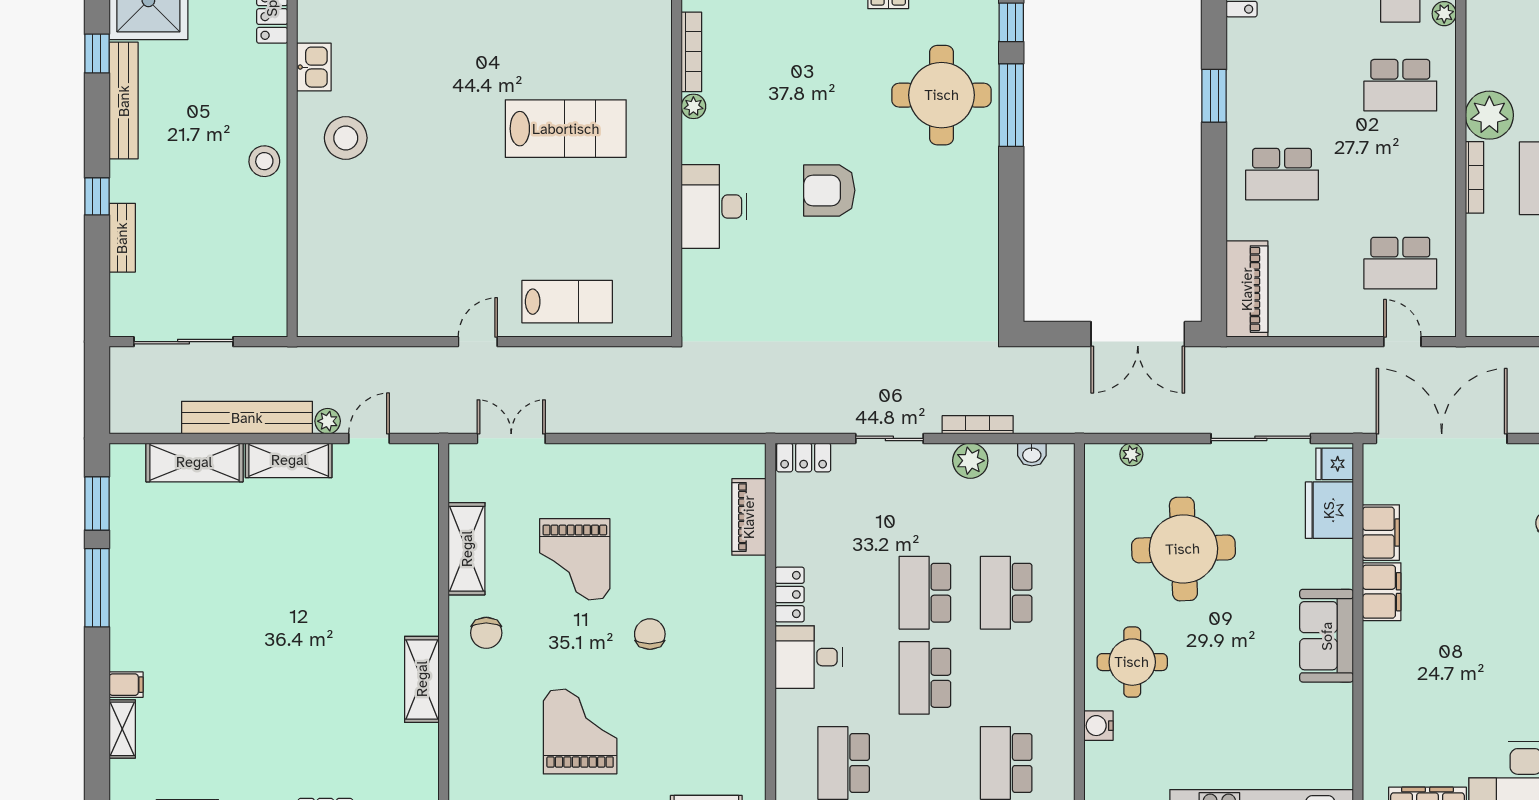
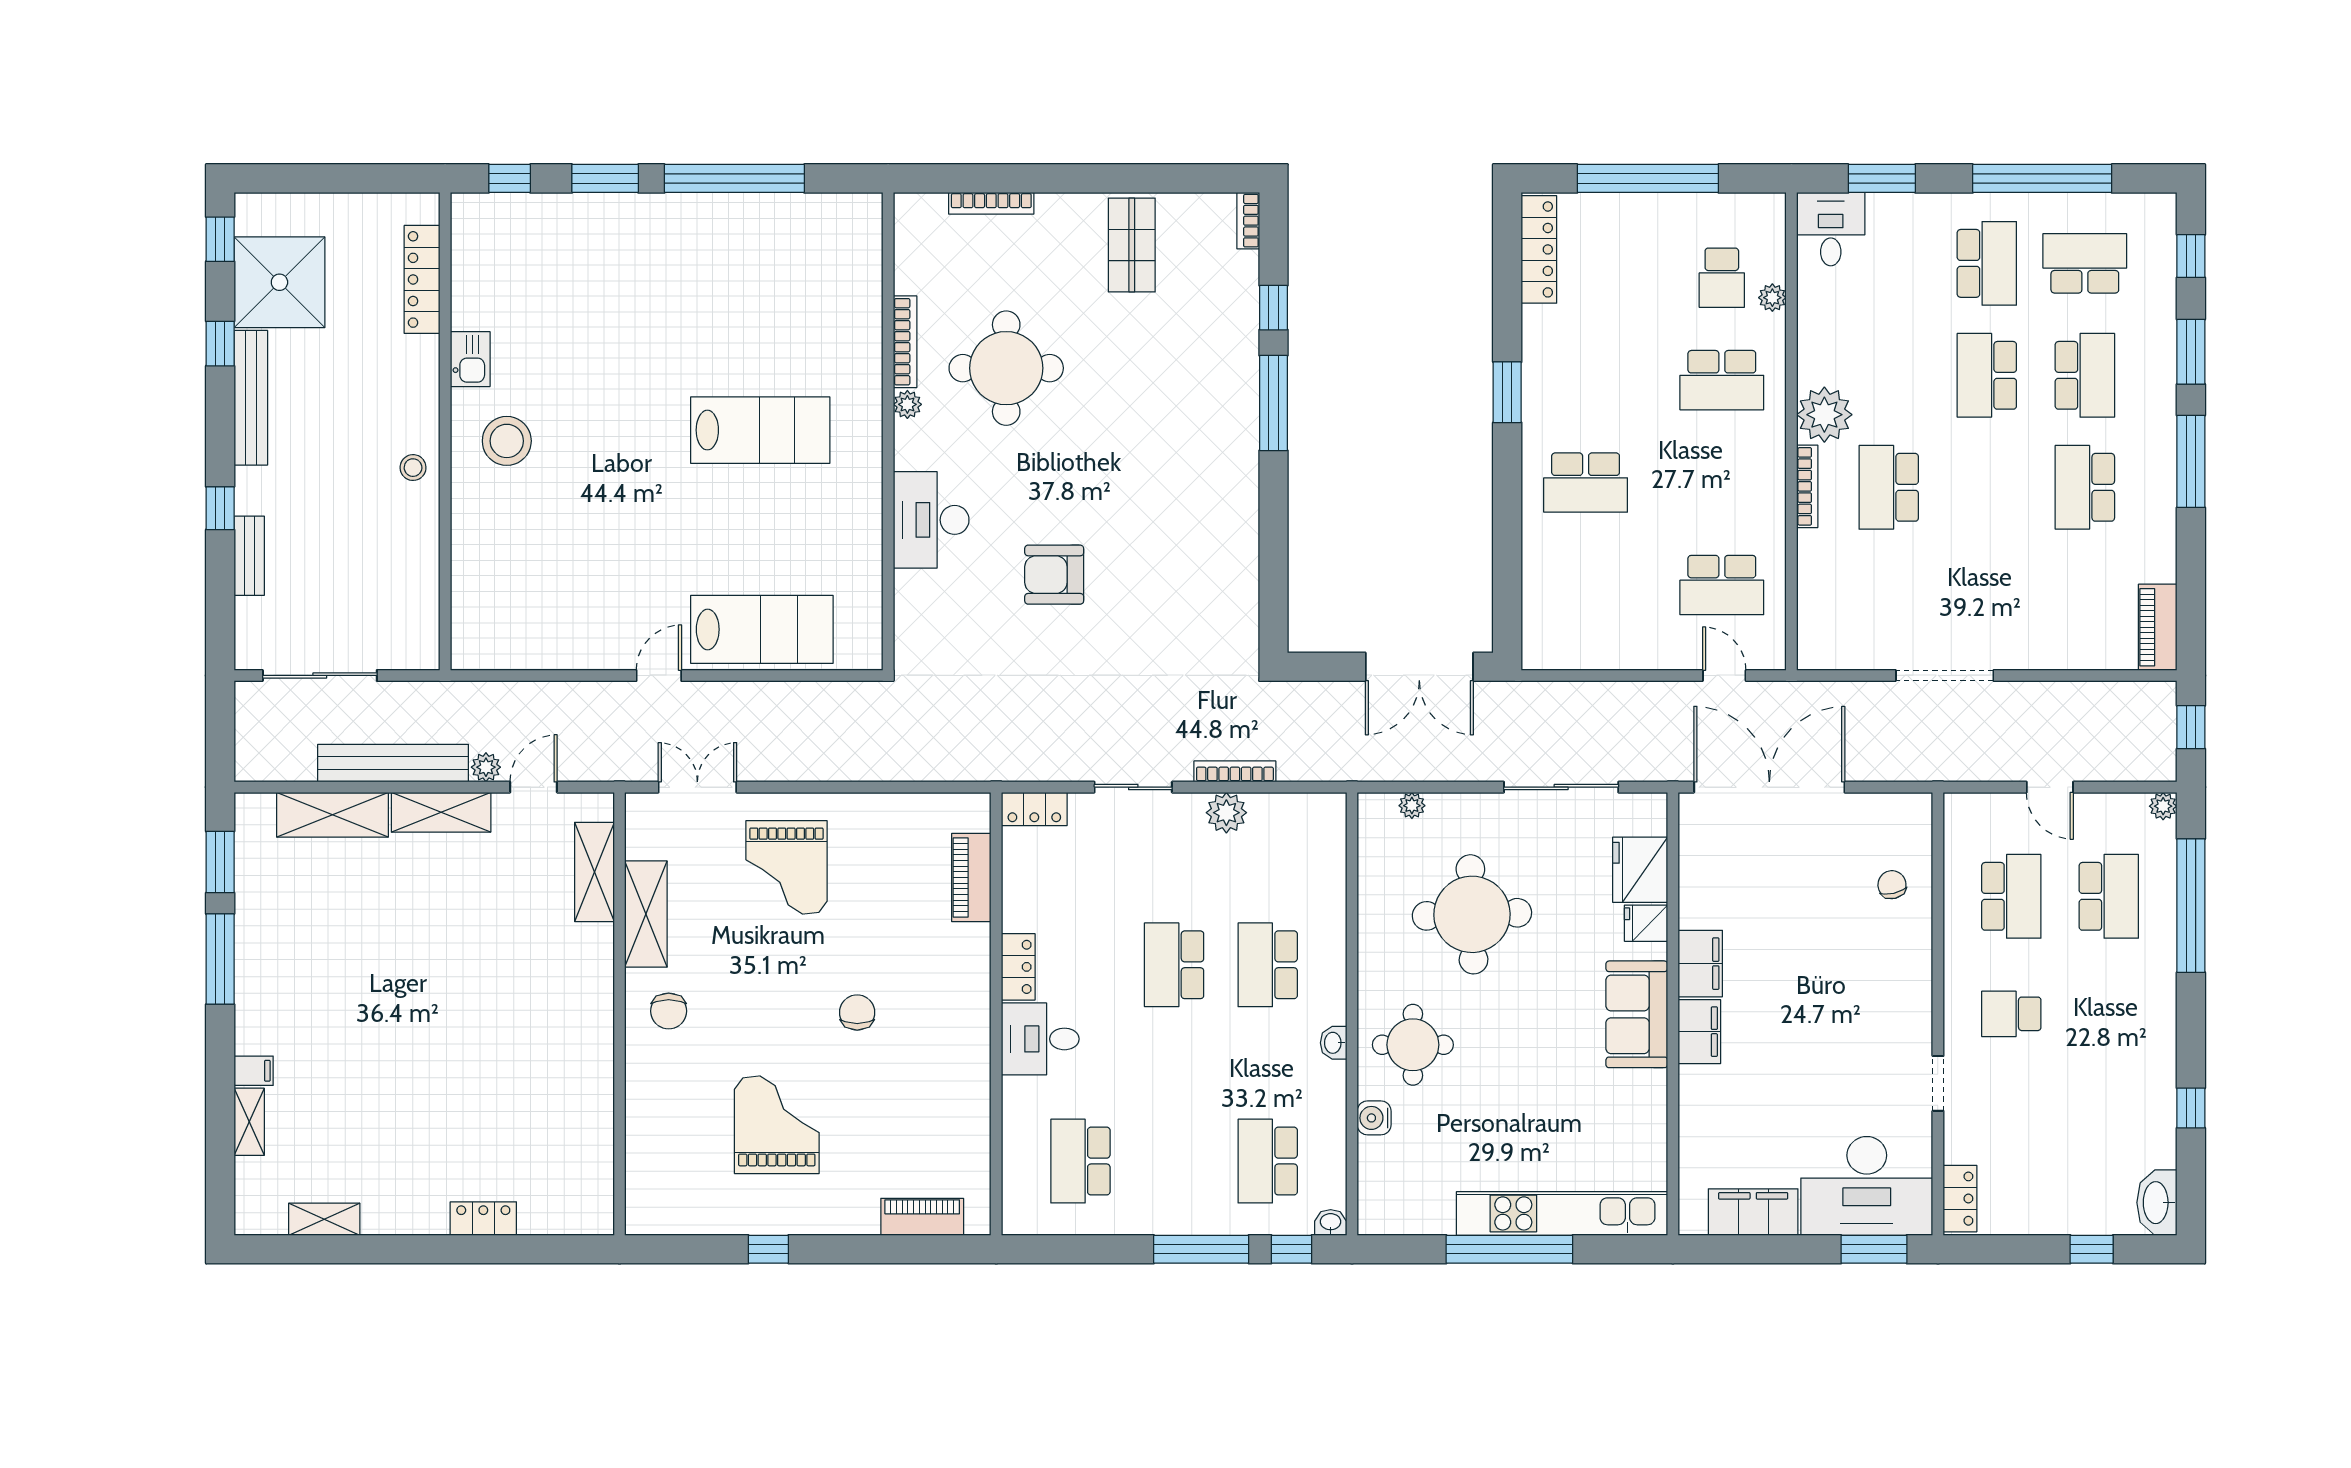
round table: (942, 95) -> (1006, 368), moved
stool: (264, 161) -> (413, 468), width x0.73, depth x0.73
armchair: (829, 190) -> (1054, 575), moved
piano: (1247, 289) -> (1545, 615), removed
lab bench: (567, 302) -> (762, 629), width x1.36, depth x1.39
washbasin: (1032, 455) -> (1334, 1043), moved, turned 90
fridge: (1335, 464) -> (1646, 923), moved
filing cabinet: (1381, 533) -> (1699, 1032), moved
grand piano: (575, 559) -> (786, 867), moved
school desk: (925, 678) -> (1174, 1063), removed
shelving: (422, 679) -> (594, 872), moved

